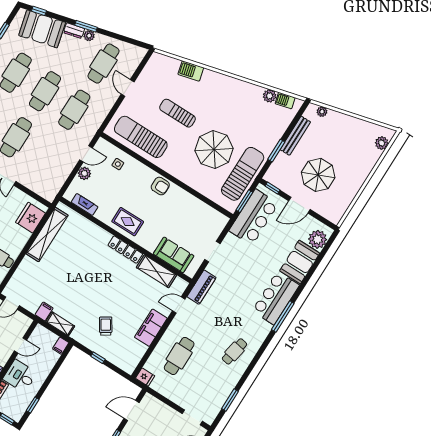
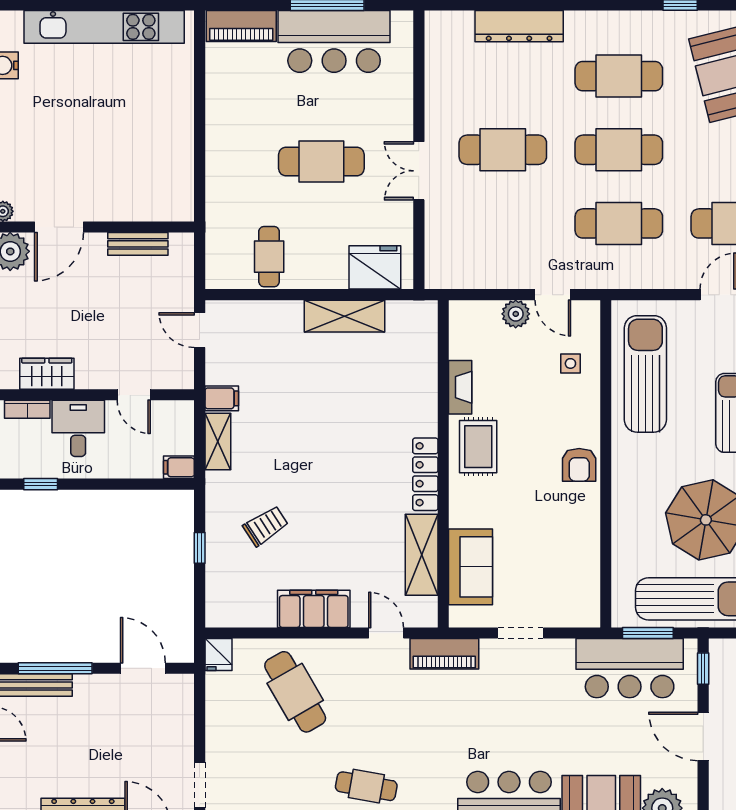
fireplace: (85, 204) -> (460, 387), moved
shelving: (47, 234) -> (345, 316), width x0.68
cafe table: (179, 356) -> (295, 692), turned 60

